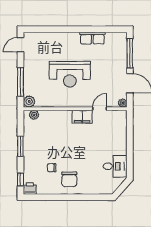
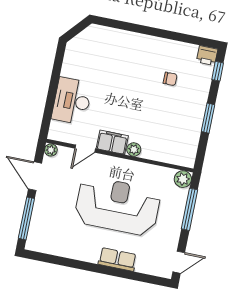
row of seats: (92, 38) -> (117, 259), moved
reception desk: (70, 74) -> (117, 206), width x1.36, depth x1.30
plant: (34, 115) -> (134, 149), moved
desk: (115, 166) -> (72, 101), moved, width x1.37
chair: (69, 179) -> (148, 57), removed

